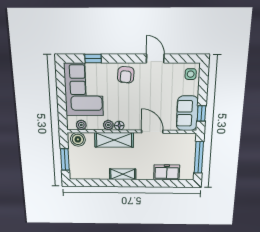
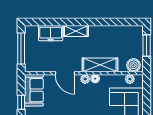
window: (201, 113) -> (21, 102), moved
plant: (108, 125) -> (85, 79), moved
shelving: (123, 174) -> (76, 31), moved

